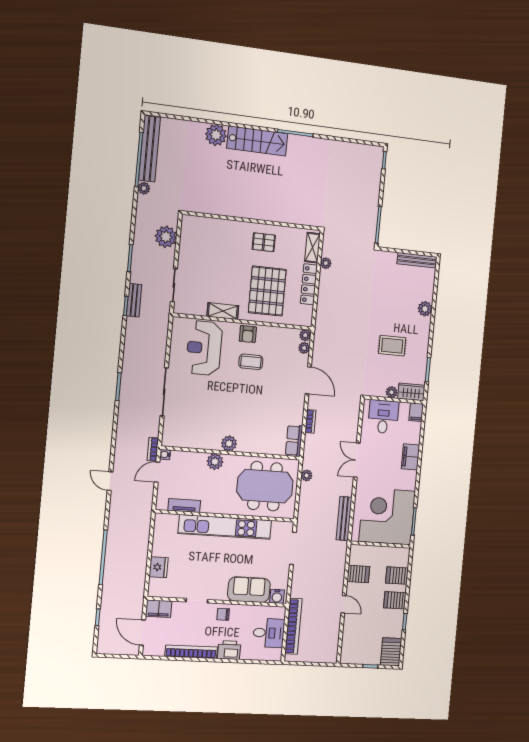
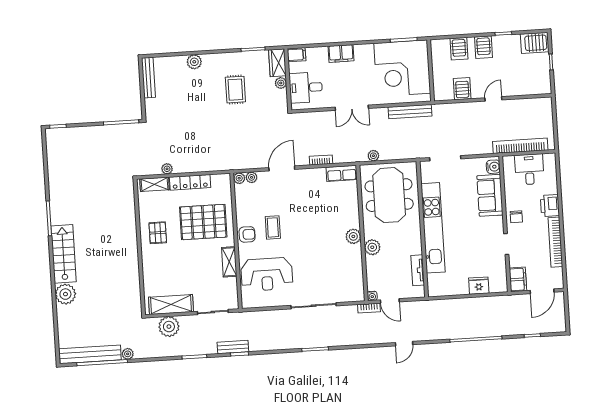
shelving: (188, 243) -> (171, 304), added

